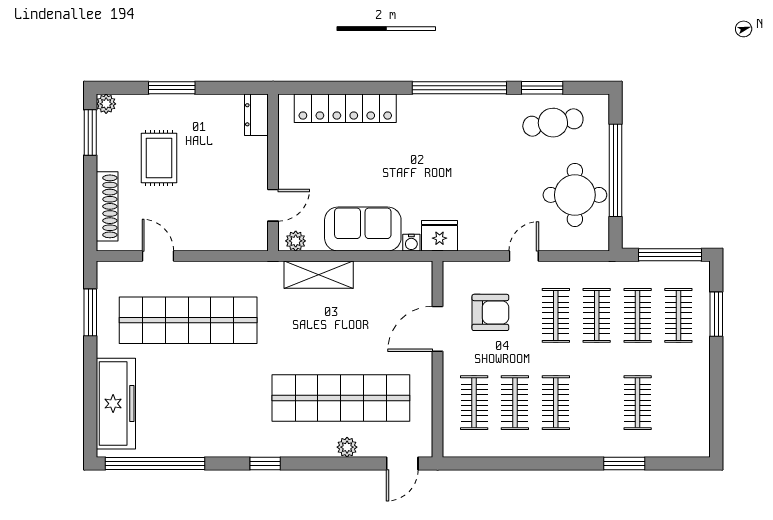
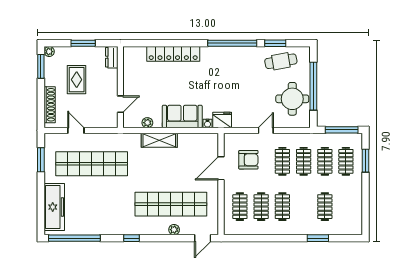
dresser: (256, 115) -> (112, 57), moved
wall: (273, 173) -> (120, 87), moved
door: (273, 205) -> (120, 104), moved

